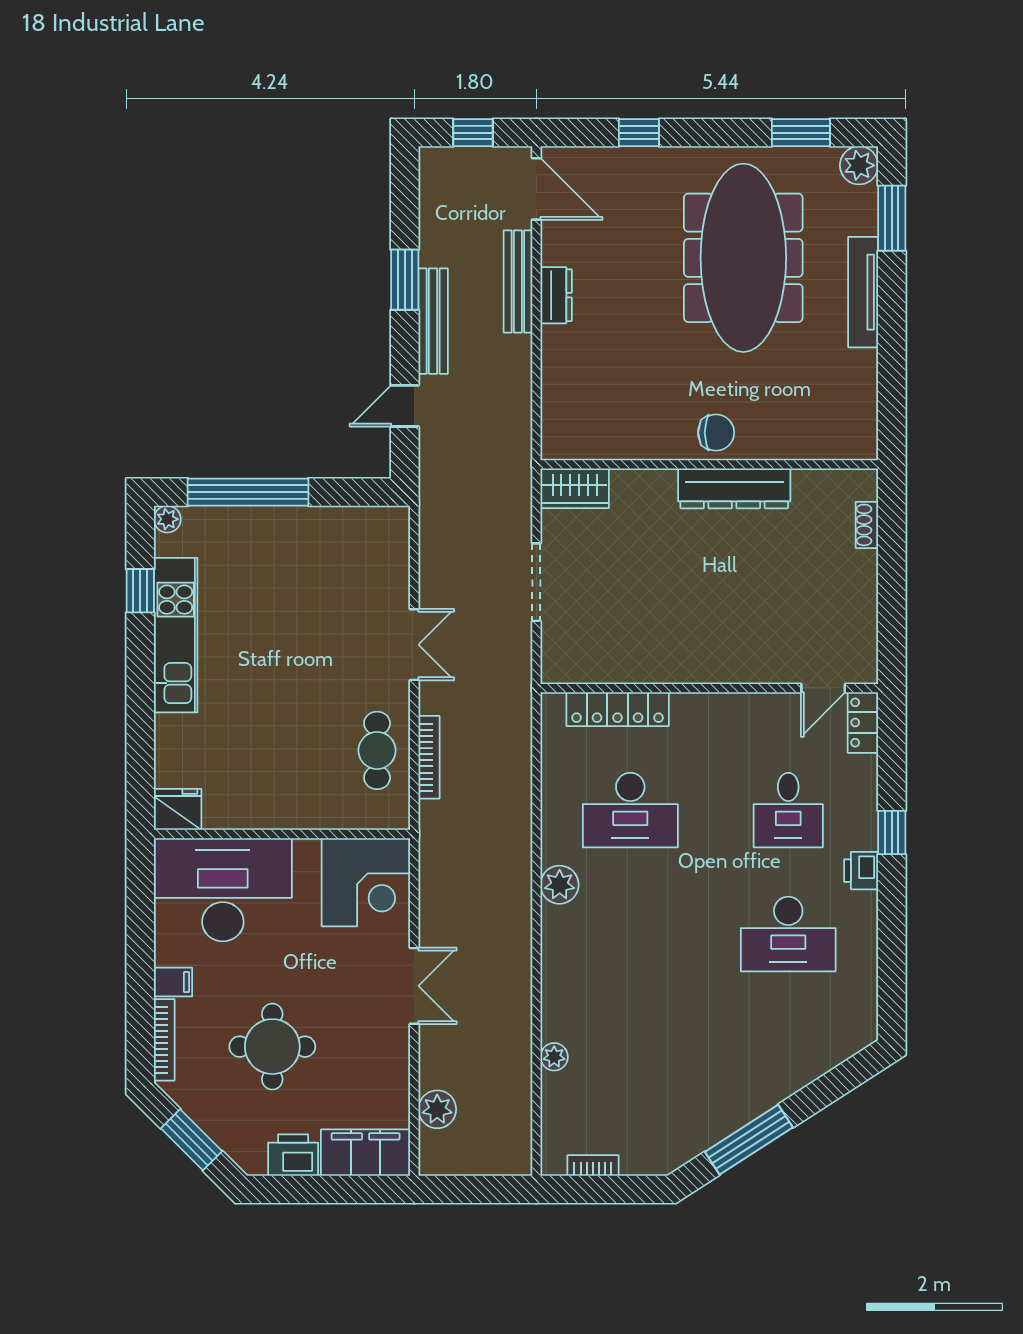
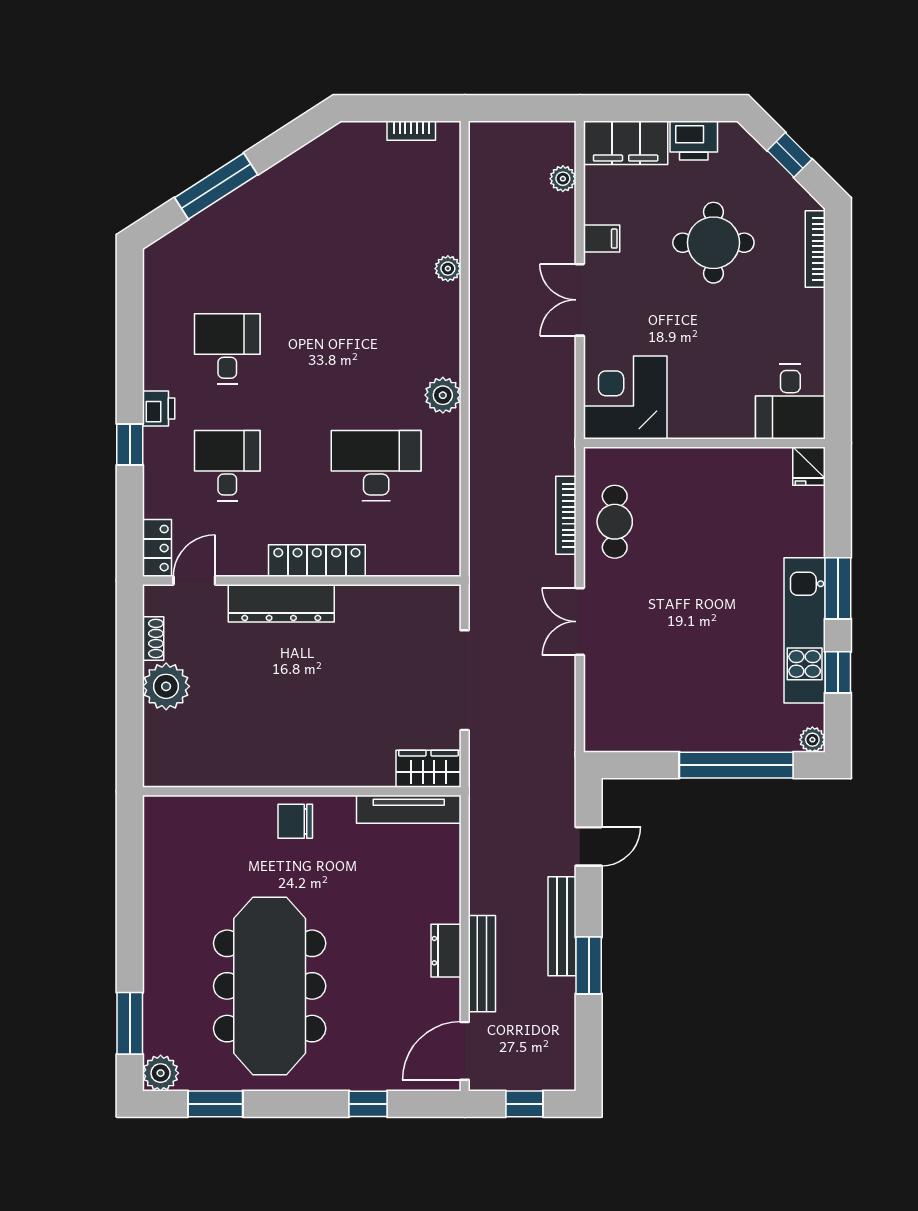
door: (536, 189) -> (465, 1051), hinge flipped
tv unit: (863, 292) -> (409, 809), moved, turned 90
dresser: (734, 488) -> (281, 603), moved, turned 180
shoe rack: (867, 525) -> (153, 639), moved
plant: (853, 576) -> (166, 686), added
doorway: (536, 582) -> (465, 680), width x1.36
window: (140, 680) -> (838, 588), added
locker: (618, 709) -> (317, 561), moved
fridge: (178, 809) -> (809, 466), width x0.72
desk: (223, 890) -> (790, 402), width x0.53, depth x0.77
desk: (788, 934) -> (227, 349), width x0.73
filing cabinet: (173, 982) -> (602, 239), moved, turned 180
plant: (554, 1057) -> (448, 269), moved
plant: (437, 1109) -> (563, 179), width x0.73, depth x0.73
window: (191, 1140) -> (790, 155), width x0.67
window: (749, 1140) -> (216, 186), moved

